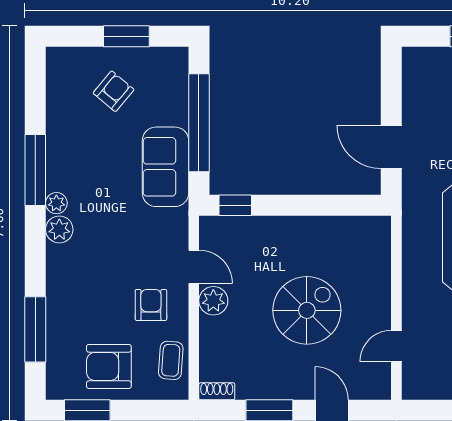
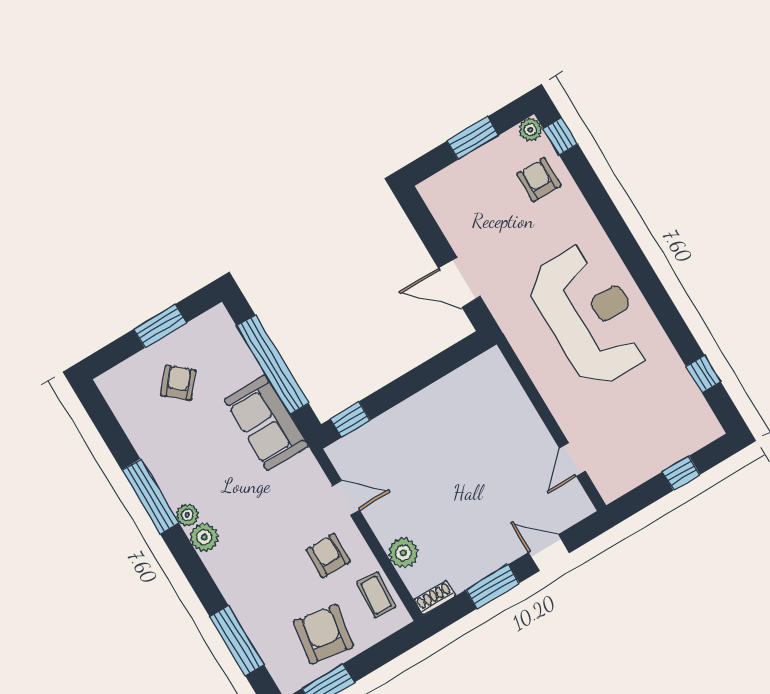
plant: (213, 301) -> (403, 553), moved
spiral stairs: (307, 310) -> (472, 476), removed
armchair: (109, 366) -> (323, 634), turned 99

